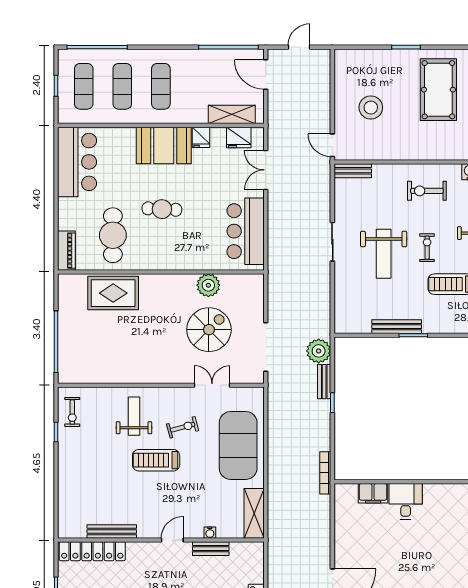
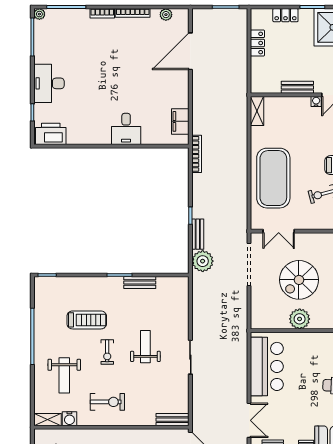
weight bench: (384, 254) -> (145, 347), width x0.73, depth x0.75
bench: (397, 327) -> (140, 283), width x0.73
double door: (212, 385) -> (279, 231), moved
filing cabinet: (373, 493) -> (180, 121), moved, turned -90
shelving: (254, 513) -> (257, 111), width x0.67, depth x0.75
water cooler: (210, 533) -> (316, 101), moved

